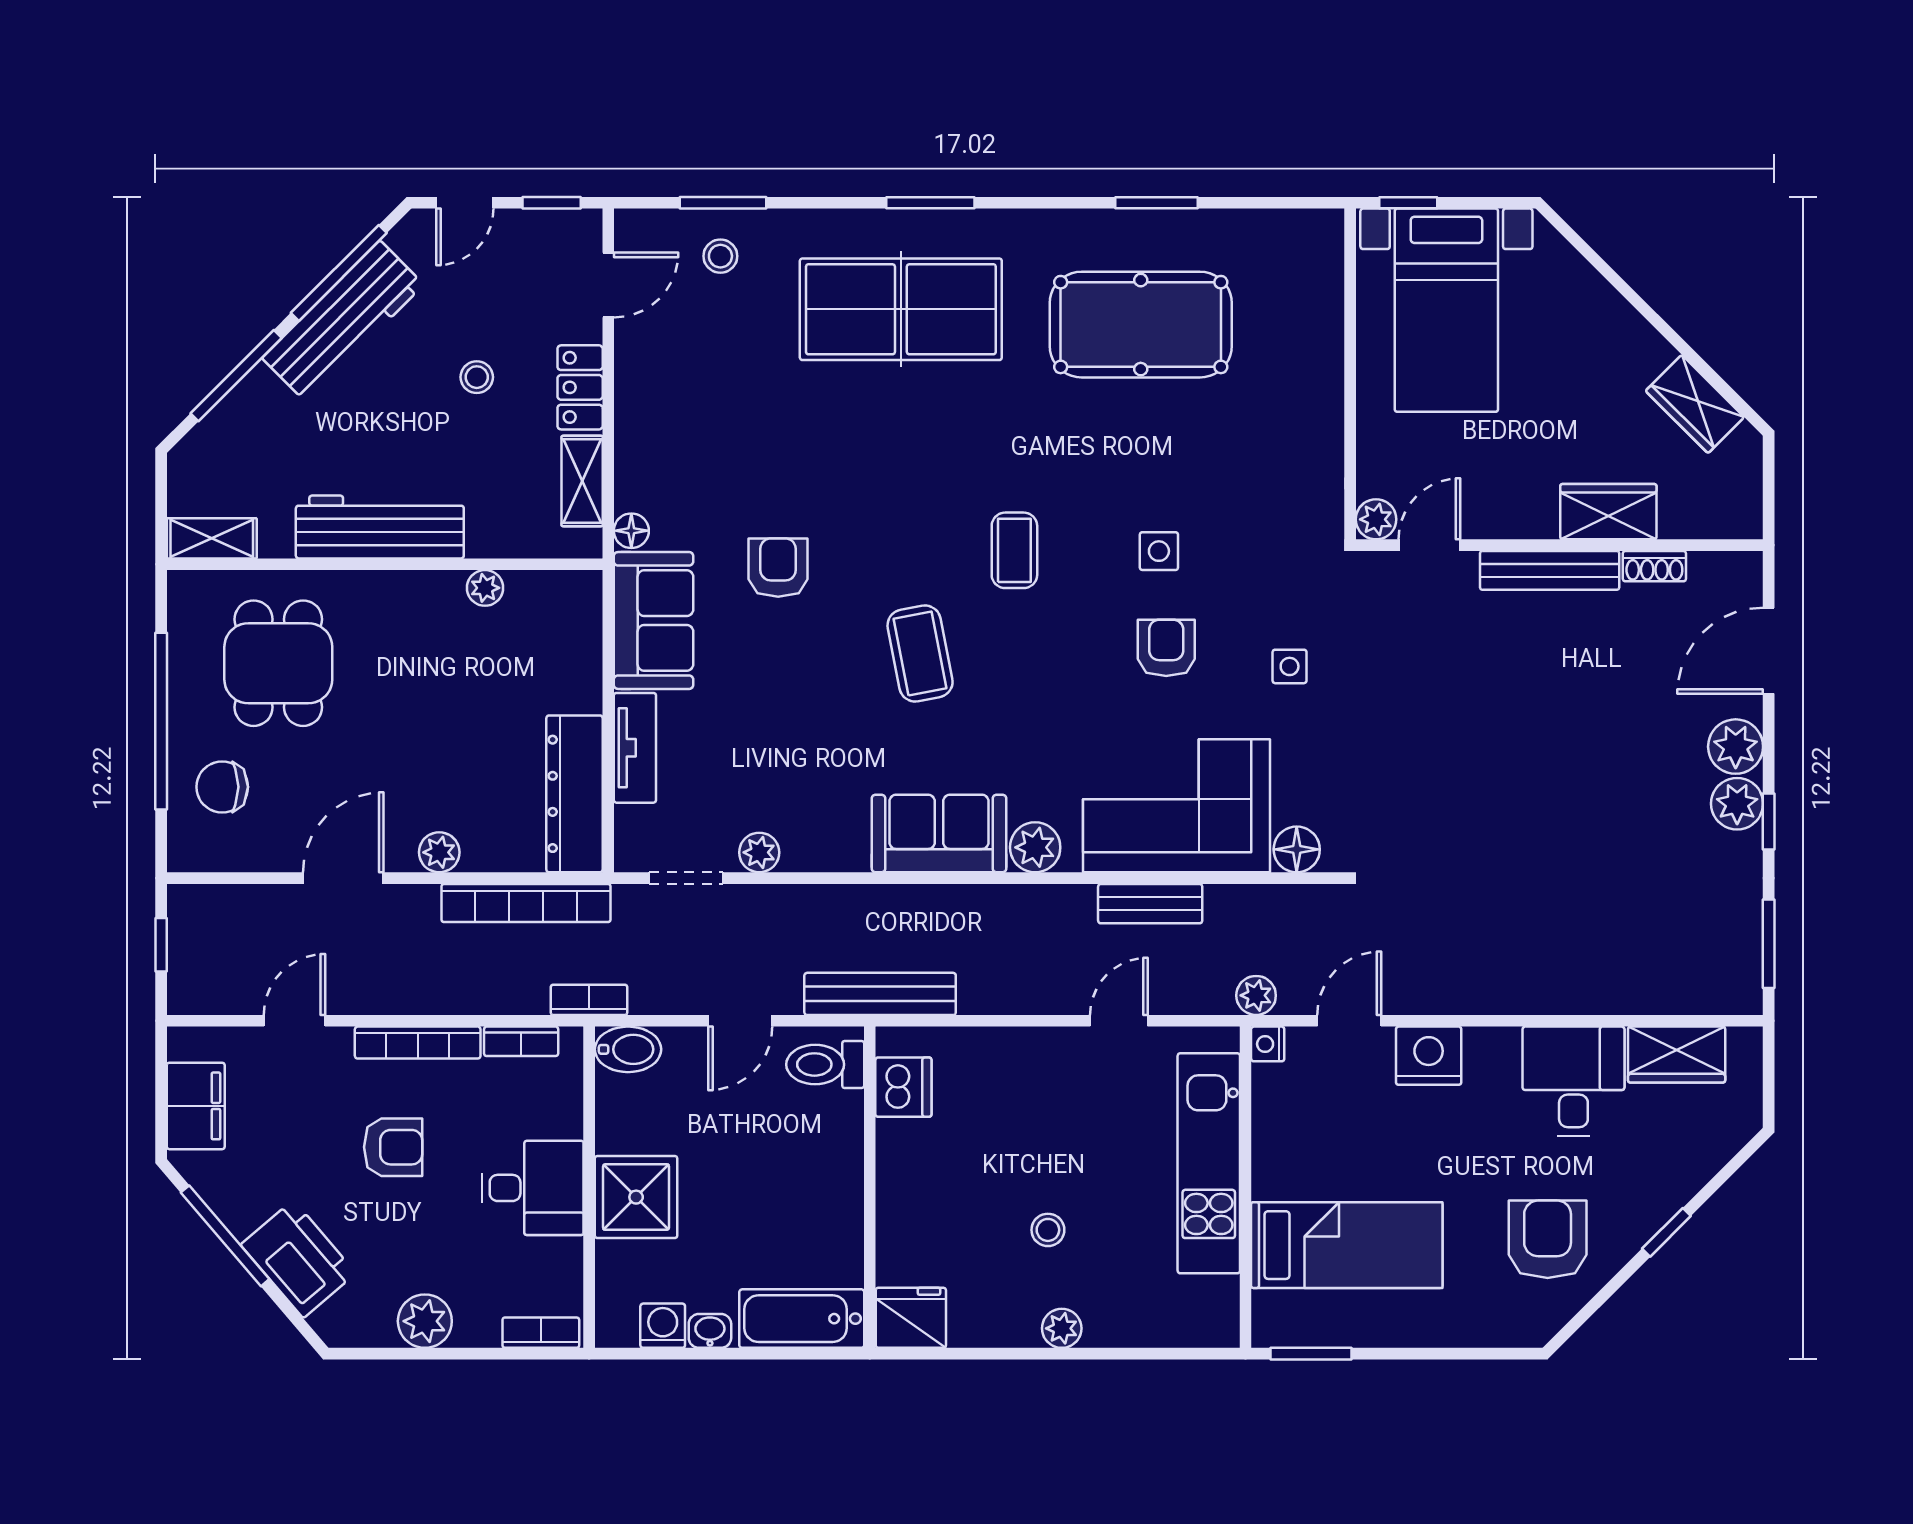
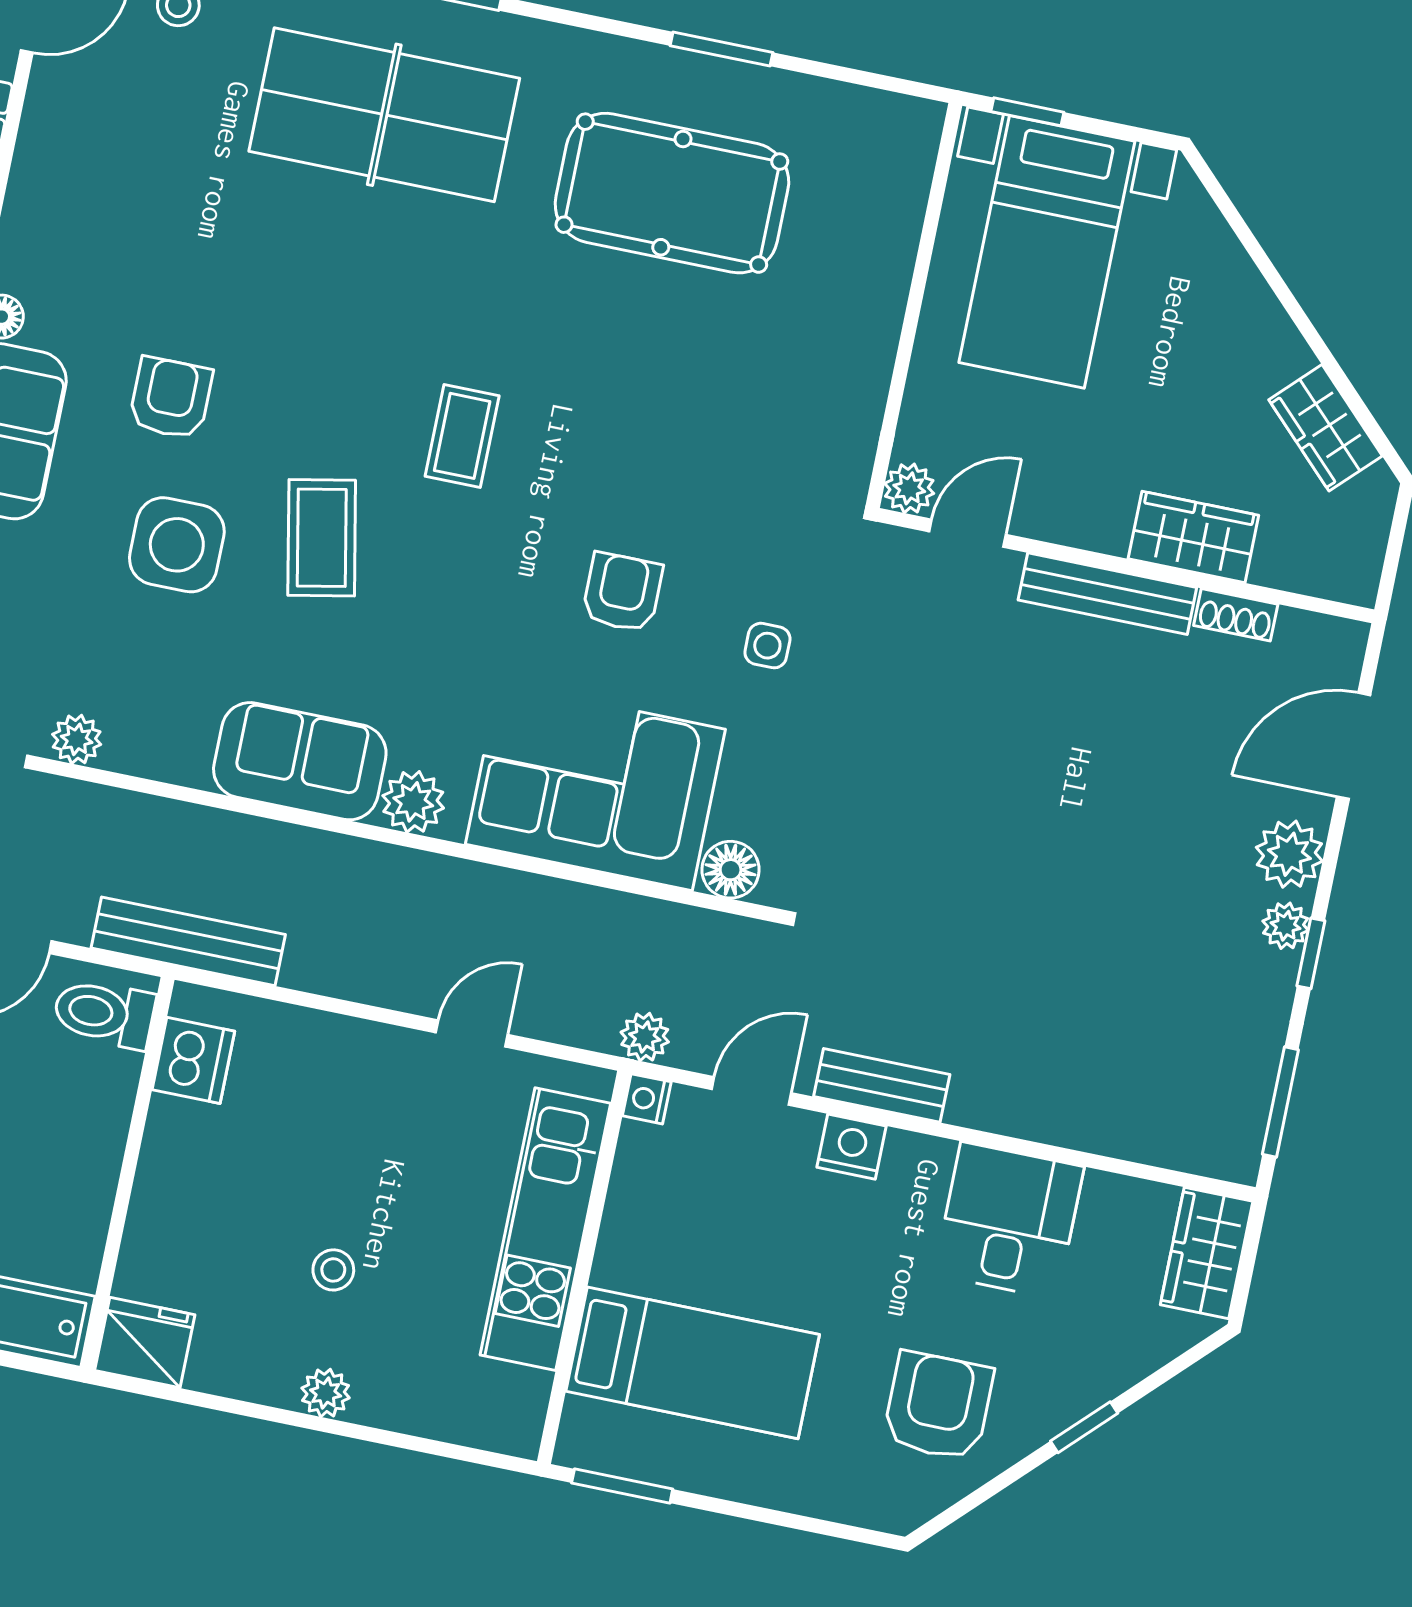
side table: (1159, 551) -> (177, 545), moved, width x1.87, depth x1.87
plant: (1737, 804) -> (1286, 926), width x0.73, depth x0.73
bench: (1150, 904) -> (882, 1085), moved
wardrobe: (1677, 1055) -> (1207, 1253), moved, turned 90
nightstand: (1429, 1056) -> (852, 1147), width x0.74, depth x0.75

